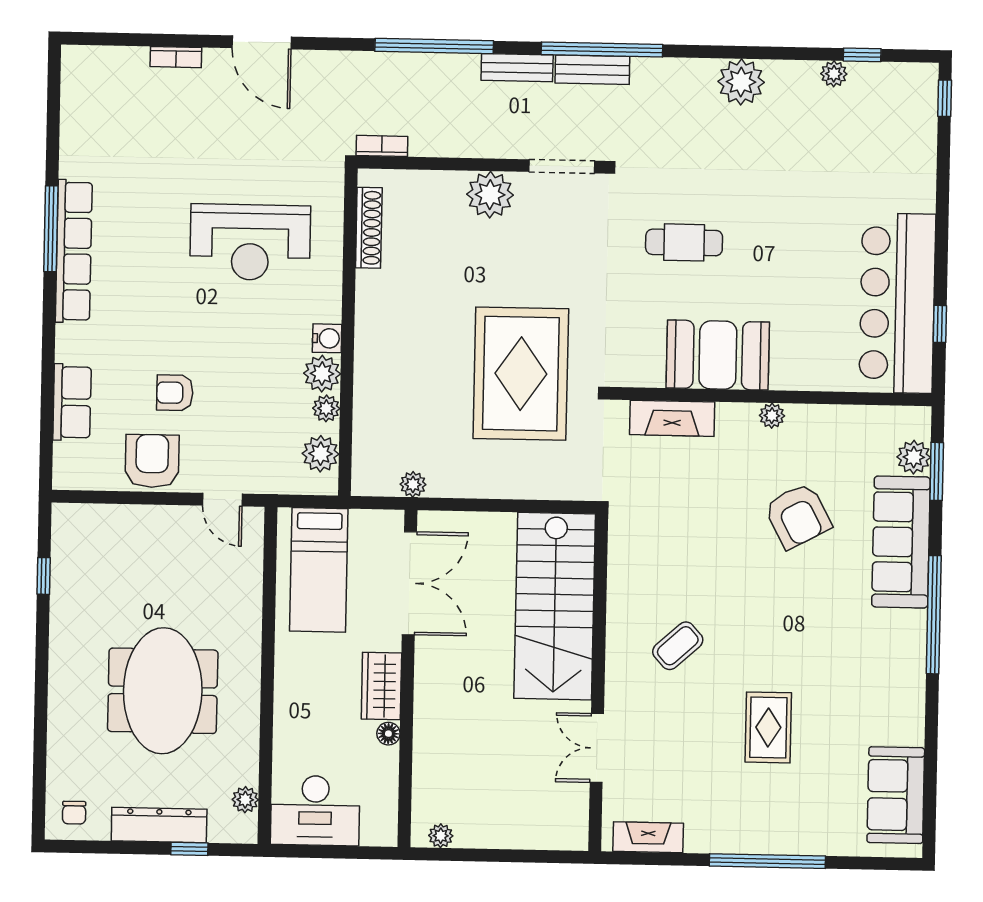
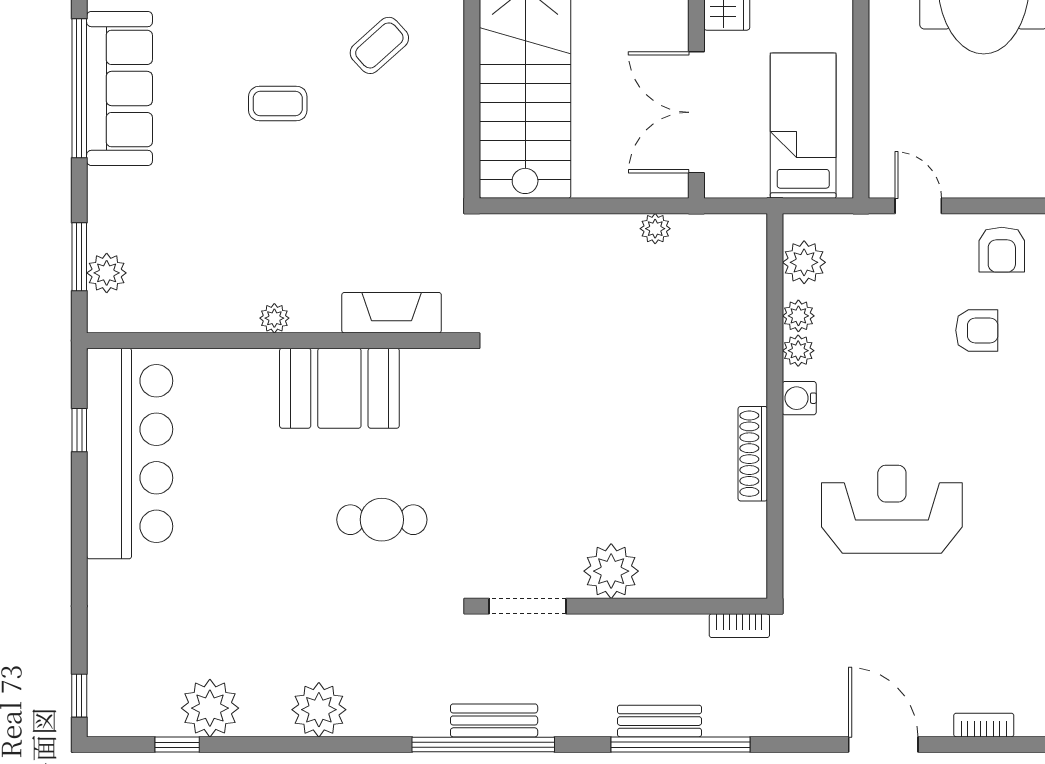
bench: (517, 68) -> (660, 721), moved
plant: (834, 74) -> (210, 708), width x1.87, depth x1.87
shoe rack: (369, 228) -> (753, 454), moved
plant: (322, 374) -> (798, 351), width x0.73, depth x0.73
rug: (521, 374) -> (571, 361), removed
armchair: (152, 461) -> (1002, 250), width x0.72, depth x0.72
plant: (413, 484) -> (655, 229), moved
armchair: (798, 516) -> (242, 201), removed
sofa: (901, 542) -> (120, 88), moved
coffee table: (765, 598) -> (278, 103), added

